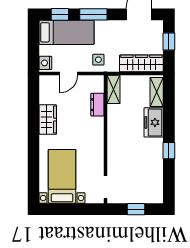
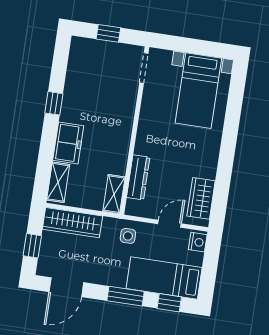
dresser: (97, 105) -> (138, 177), width x1.44
wardrobe: (48, 120) -> (201, 198), moved

